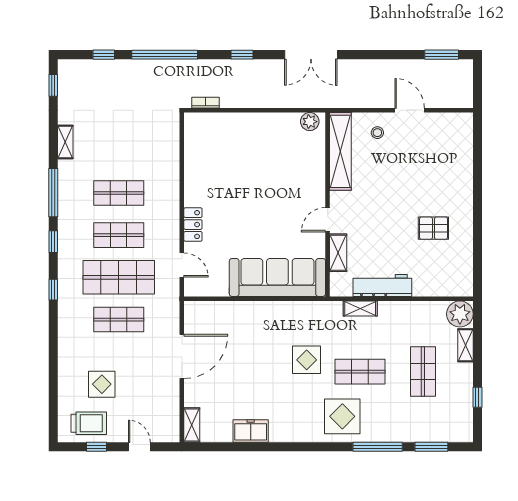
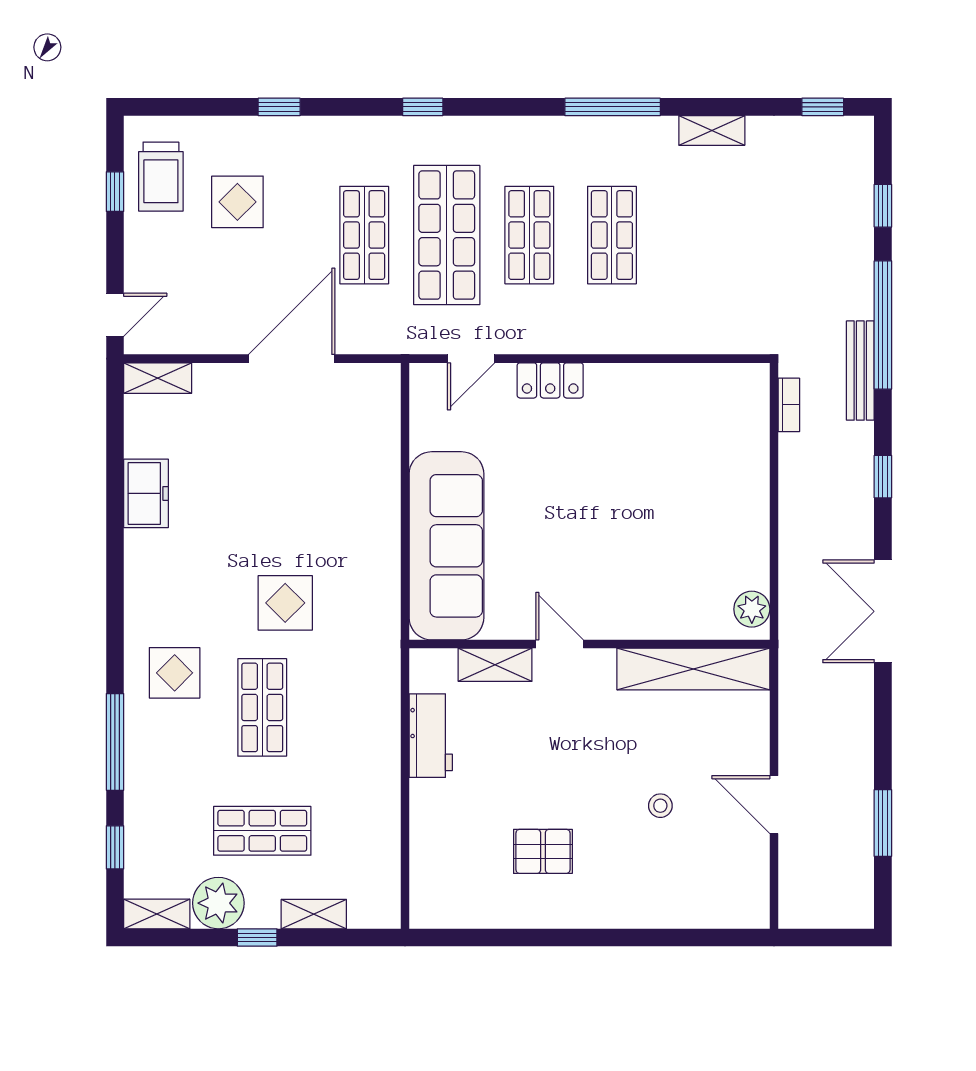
window: (442, 55) -> (883, 823), moved
bench: (188, 66) -> (860, 371), added
door: (410, 110) -> (774, 805), swing flipped
stool: (377, 133) -> (660, 806), moved
pallet: (433, 228) -> (543, 851), turned 90
window: (53, 242) -> (279, 107), moved
workbench: (382, 286) -> (431, 736), width x0.73
shelving: (360, 308) -> (157, 914), moved, turned 90
plant: (460, 314) -> (218, 903), moved
door: (182, 356) -> (292, 359), swing flipped
window: (477, 397) -> (257, 937), moved
display table: (342, 416) -> (175, 673), width x0.73, depth x0.73
door: (139, 447) -> (115, 315), moved
window: (431, 447) -> (115, 847), width x0.67

